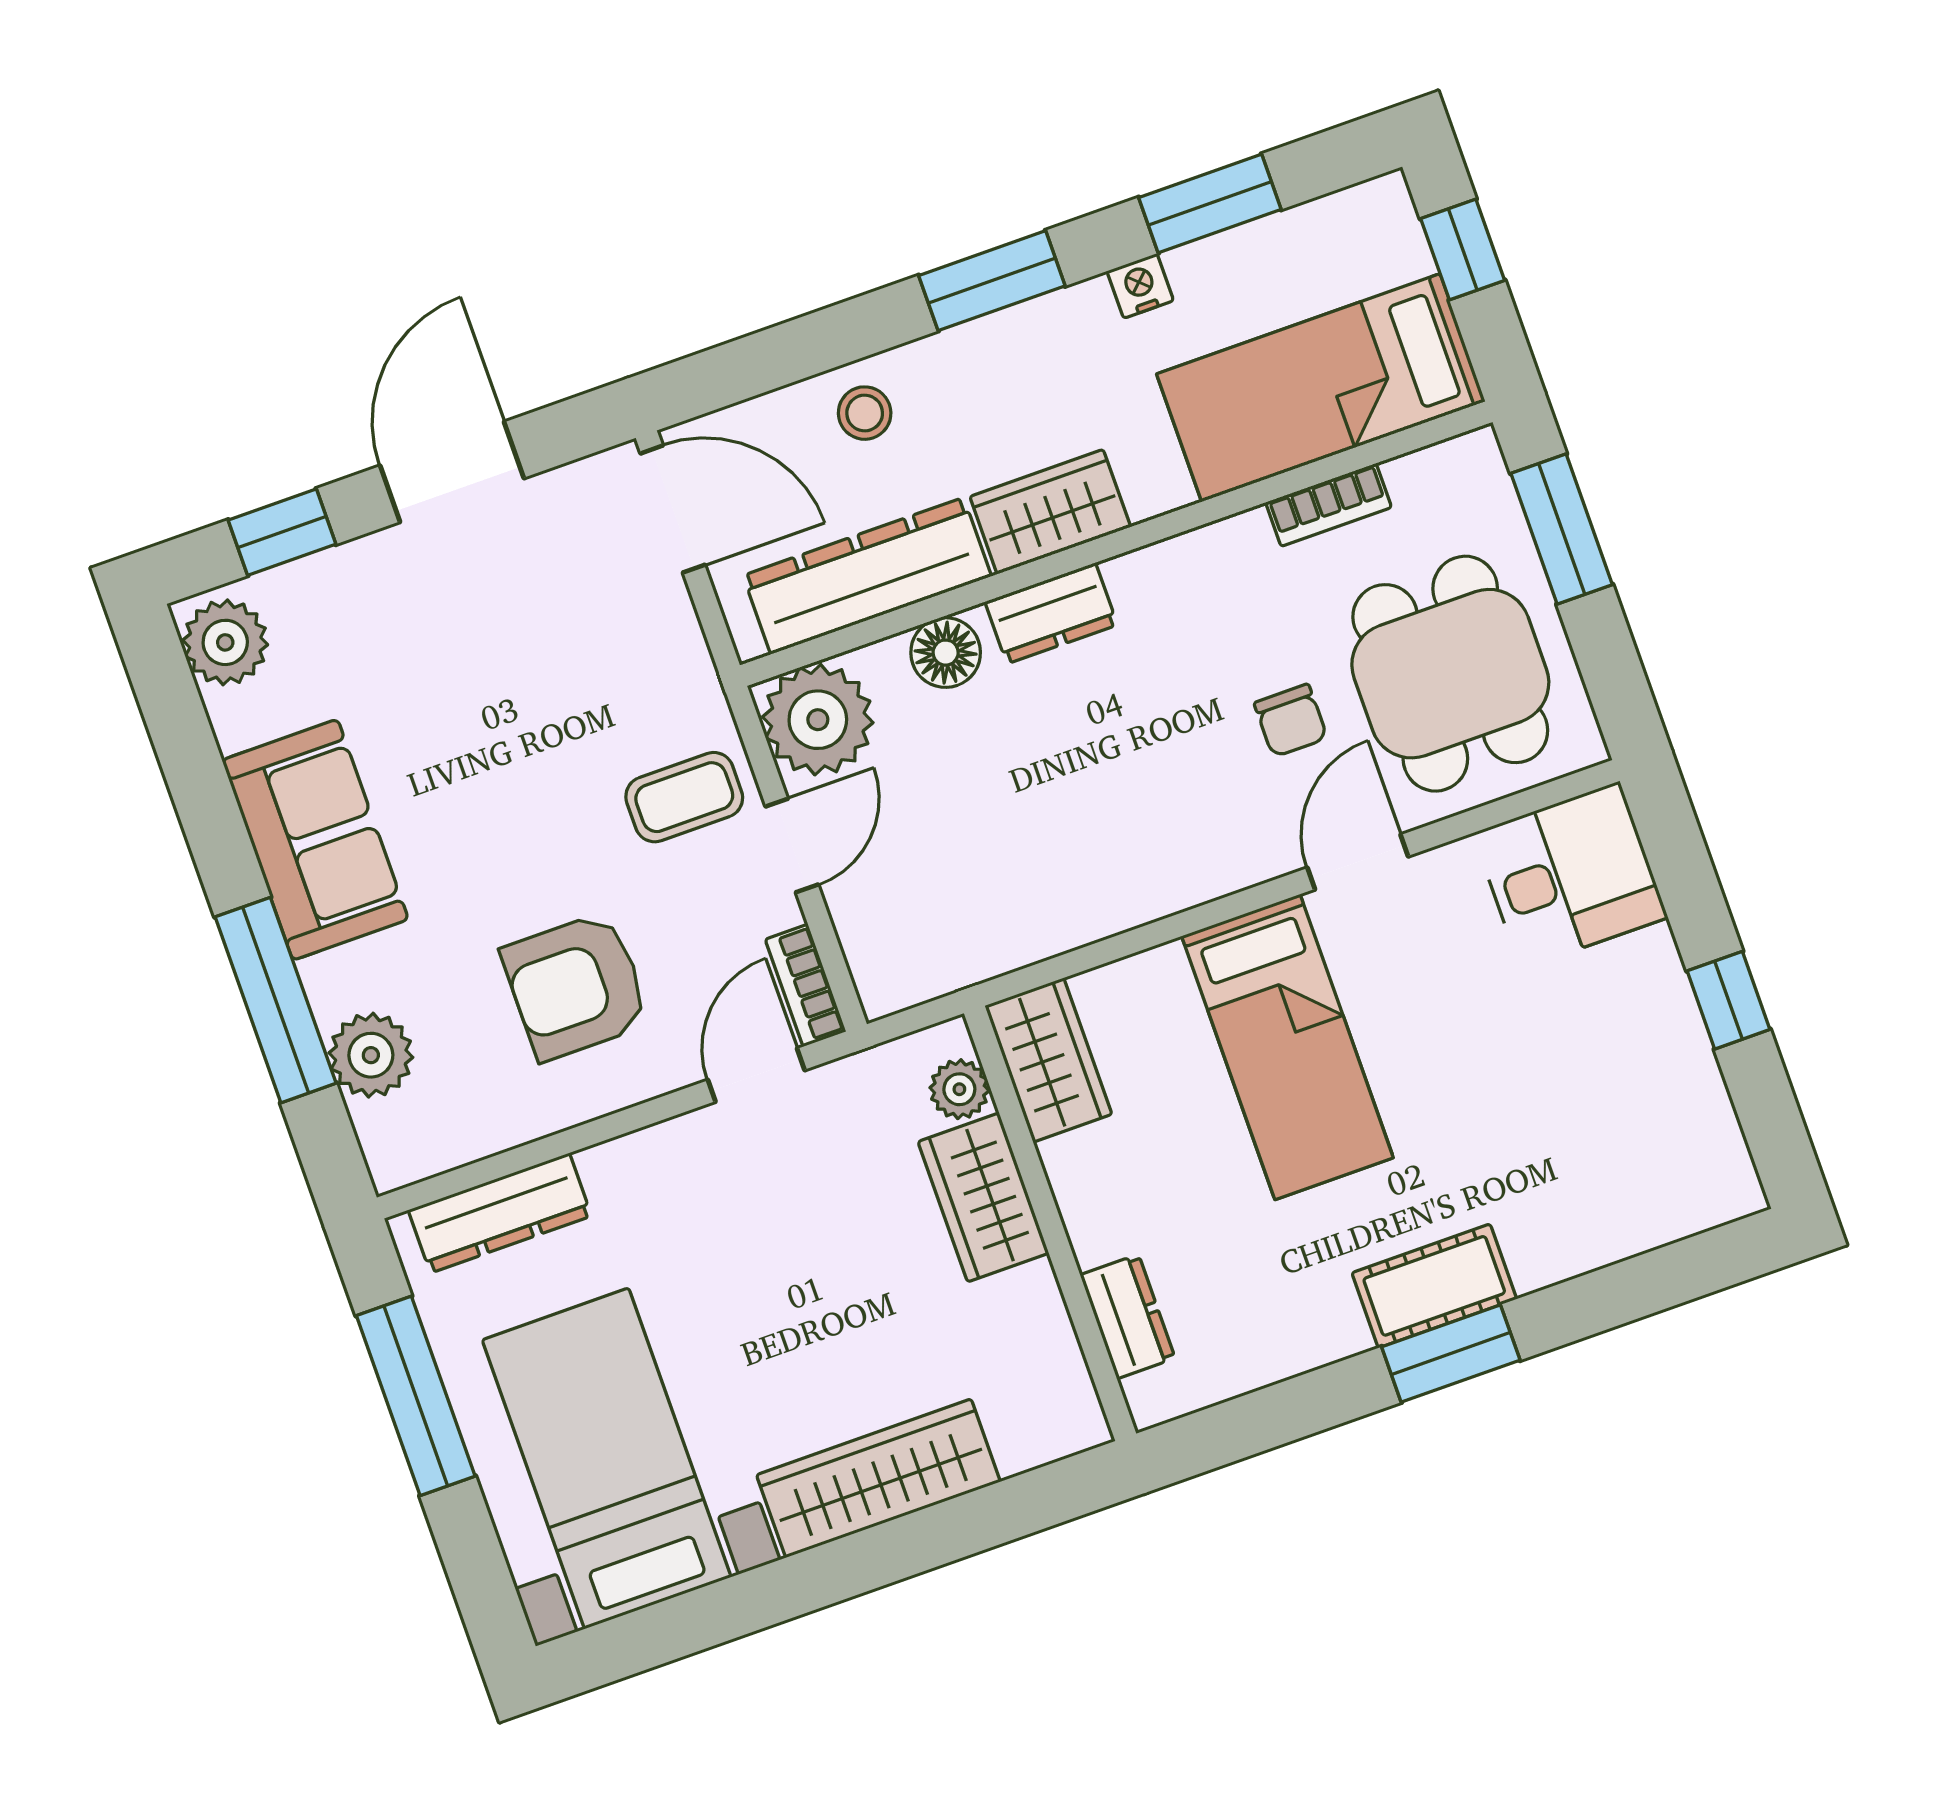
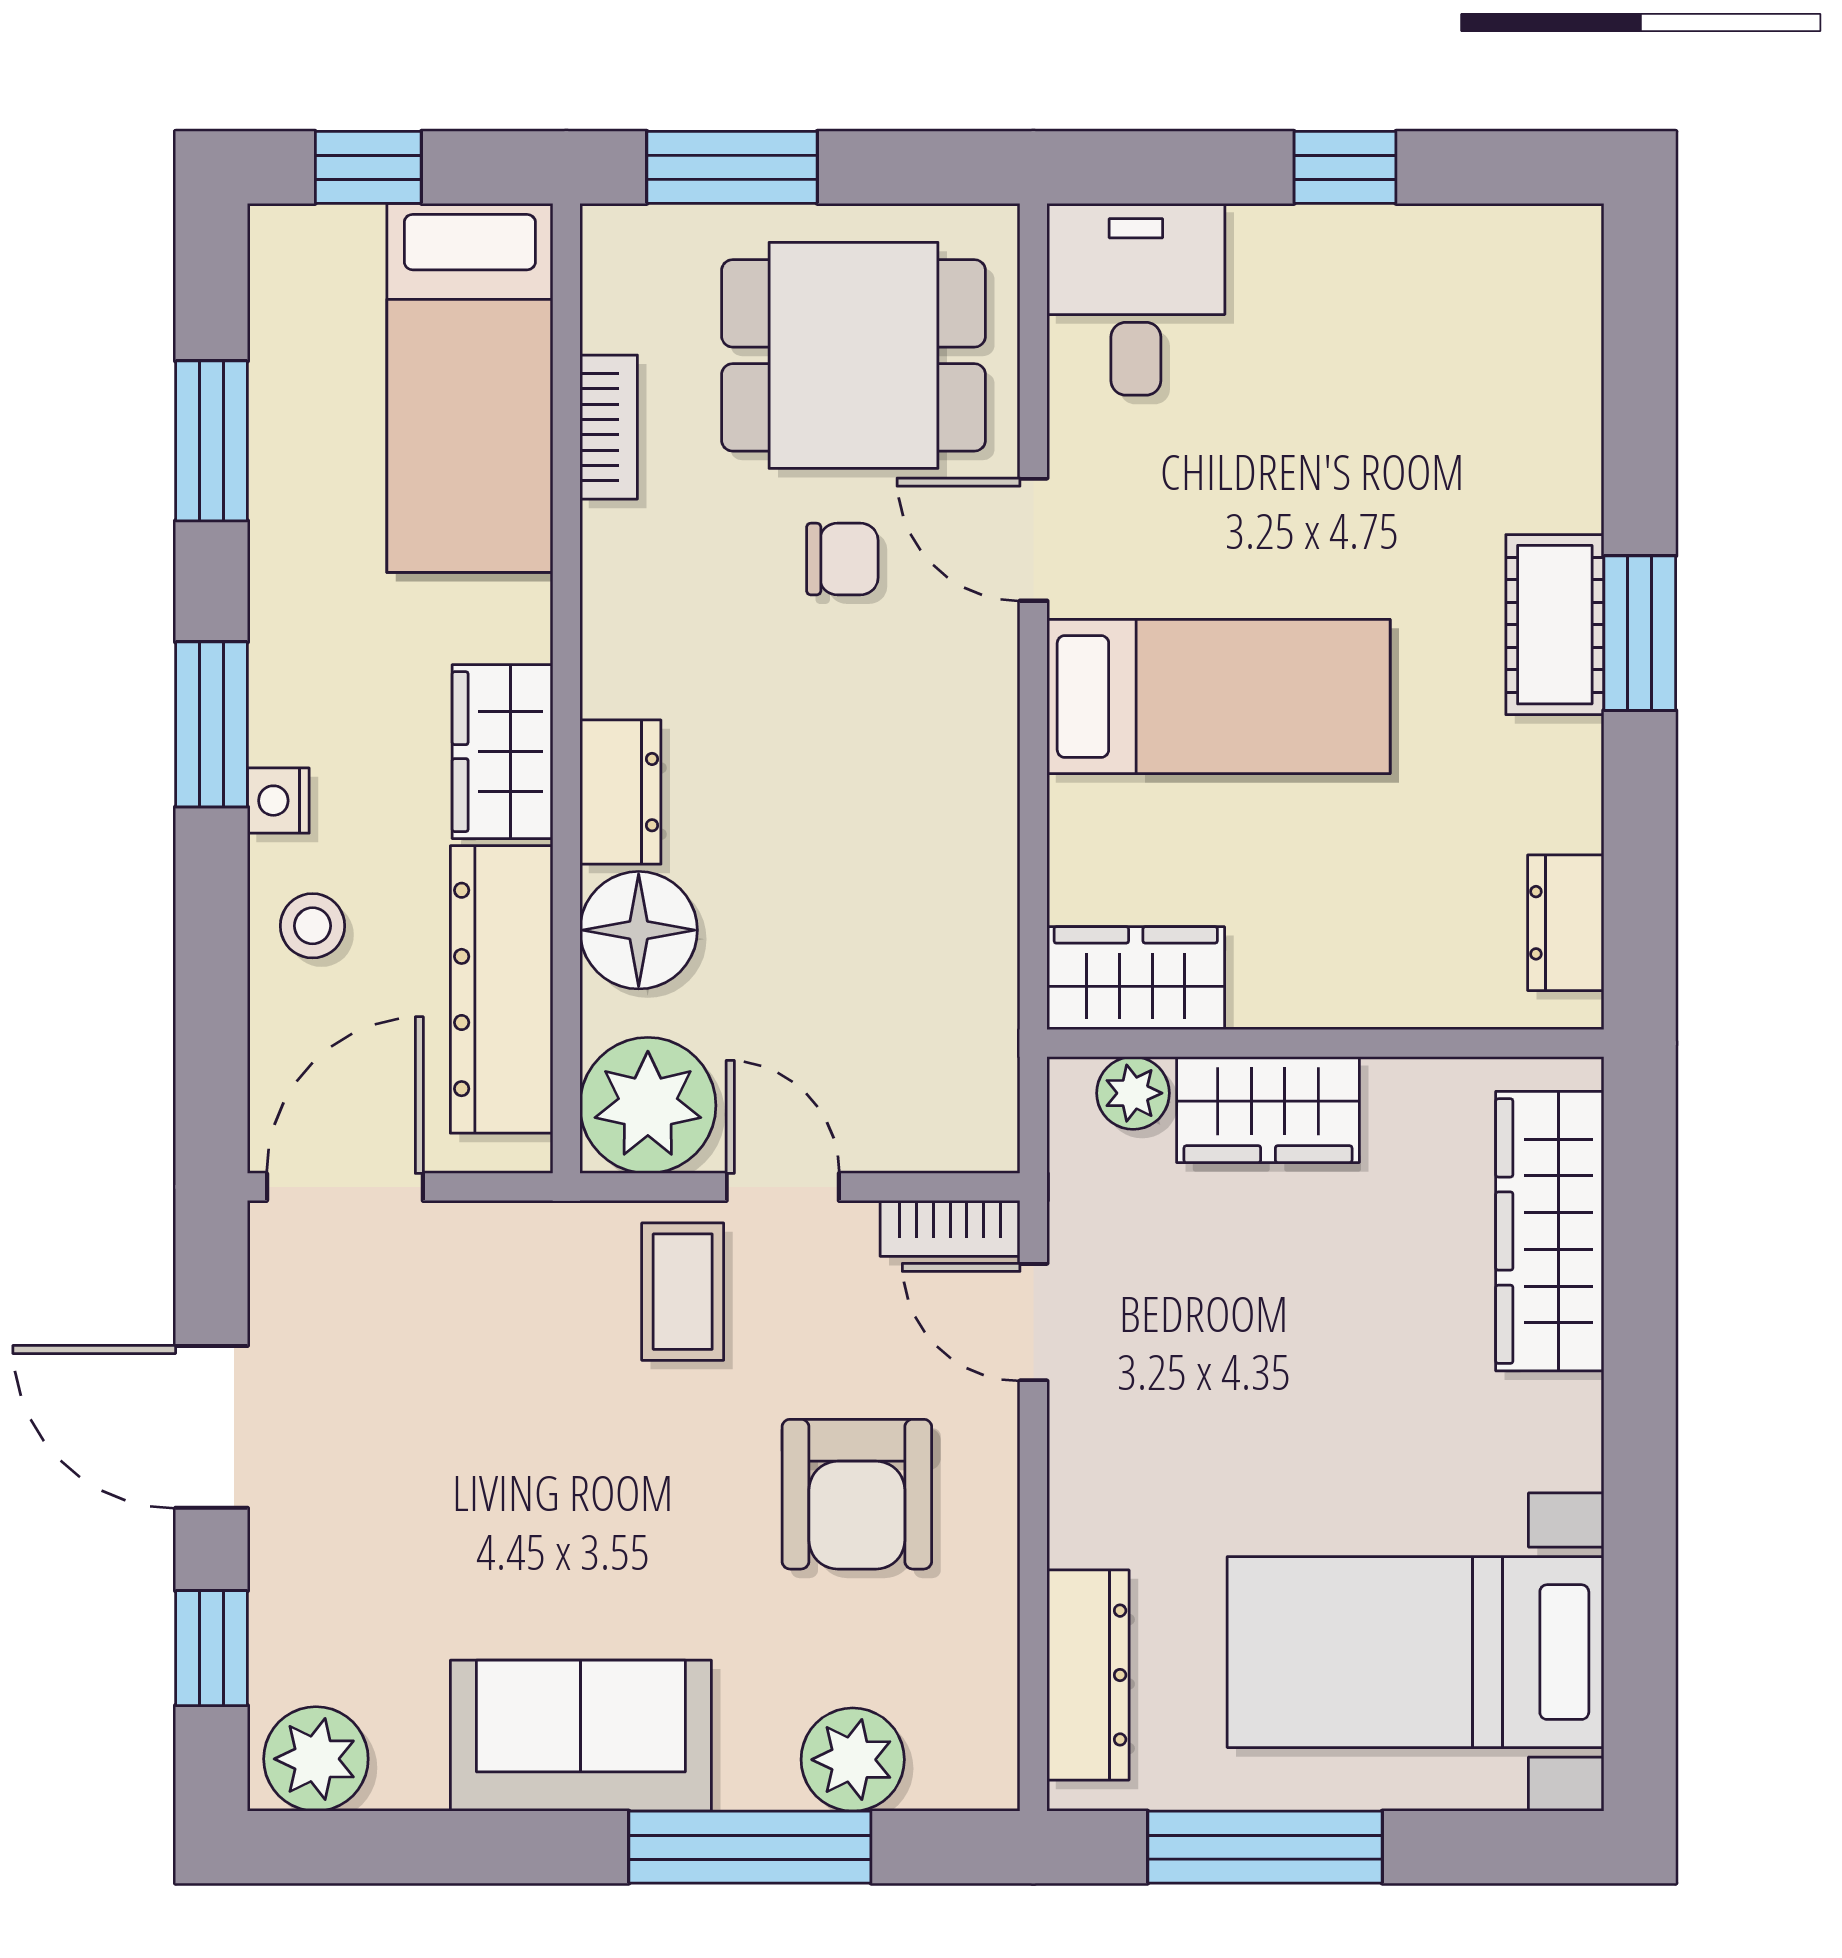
nightstand: (1140, 286) -> (278, 801), moved
floor lamp: (946, 653) -> (639, 930), width x1.38, depth x1.38
dresser: (1128, 1317) -> (1566, 923), moved, turned -90
wardrobe: (878, 1478) -> (1550, 1231), moved

